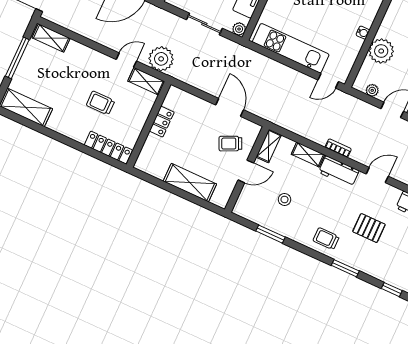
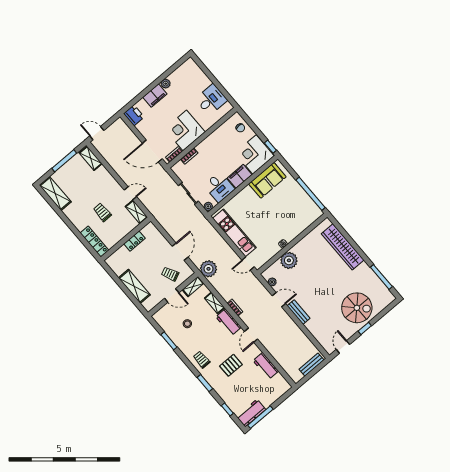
plant: (161, 59) -> (208, 269), moved
door: (377, 175) -> (251, 335), swing flipped
pallet: (369, 228) -> (231, 365), turned 90

